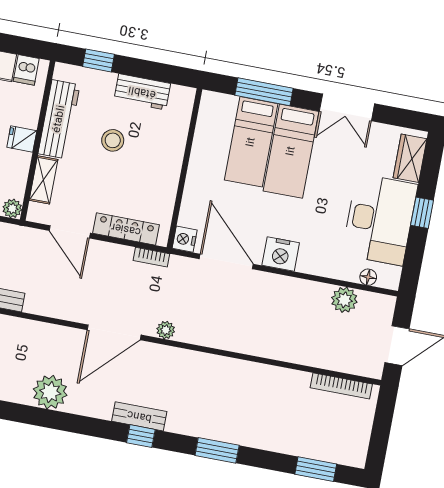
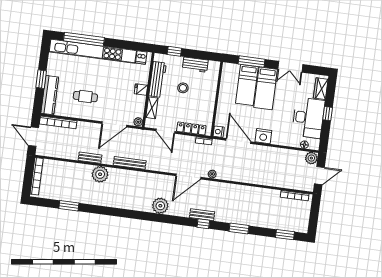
plant: (344, 300) -> (311, 158), moved

